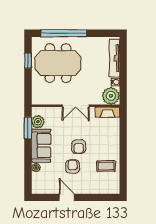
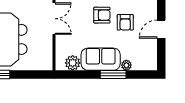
window: (28, 128) -> (113, 75), moved
armchair: (73, 167) -> (125, 22), turned -90

